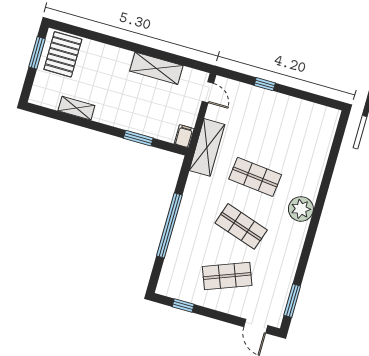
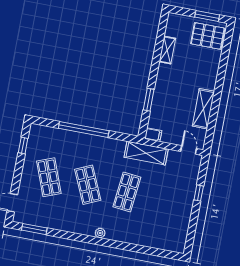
door: (208, 92) -> (189, 150), swing flipped
plant: (301, 209) -> (100, 233), width x0.53, depth x0.53
shop shelf: (241, 226) -> (88, 185), turned -42

